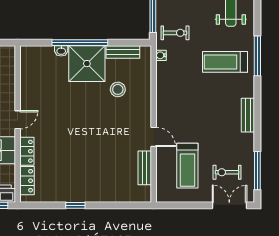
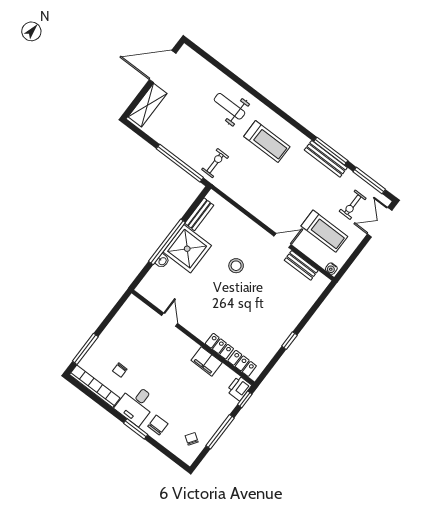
water cooler: (161, 55) -> (331, 269), moved
window: (257, 56) -> (331, 151), moved
treadmill: (225, 62) -> (267, 142), turned -90
stool: (118, 89) -> (236, 266), moved
bench: (248, 115) -> (326, 159), width x1.36
door: (18, 120) -> (170, 320), moved

